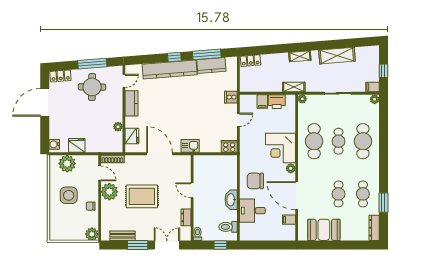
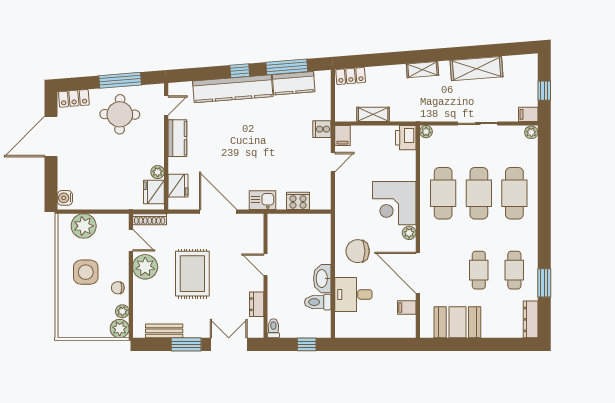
shelving: (294, 87) -> (373, 114), moved
filing cabinet: (262, 102) -> (342, 136), moved
printer: (277, 102) -> (406, 138), moved, turned 90
cafe table: (339, 141) -> (479, 193), width x1.37, depth x1.35
fridge: (77, 145) -> (154, 192), moved, turned -90
cooker: (229, 146) -> (298, 201), moved
rug: (142, 196) -> (192, 274), turned 90
plant: (94, 222) -> (122, 311), added
toilet: (228, 227) -> (318, 302), moved

